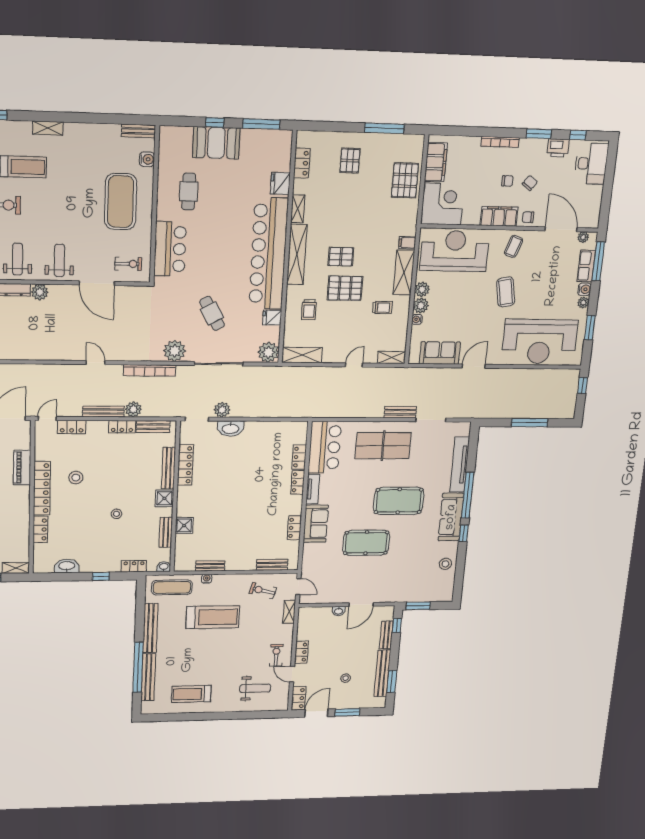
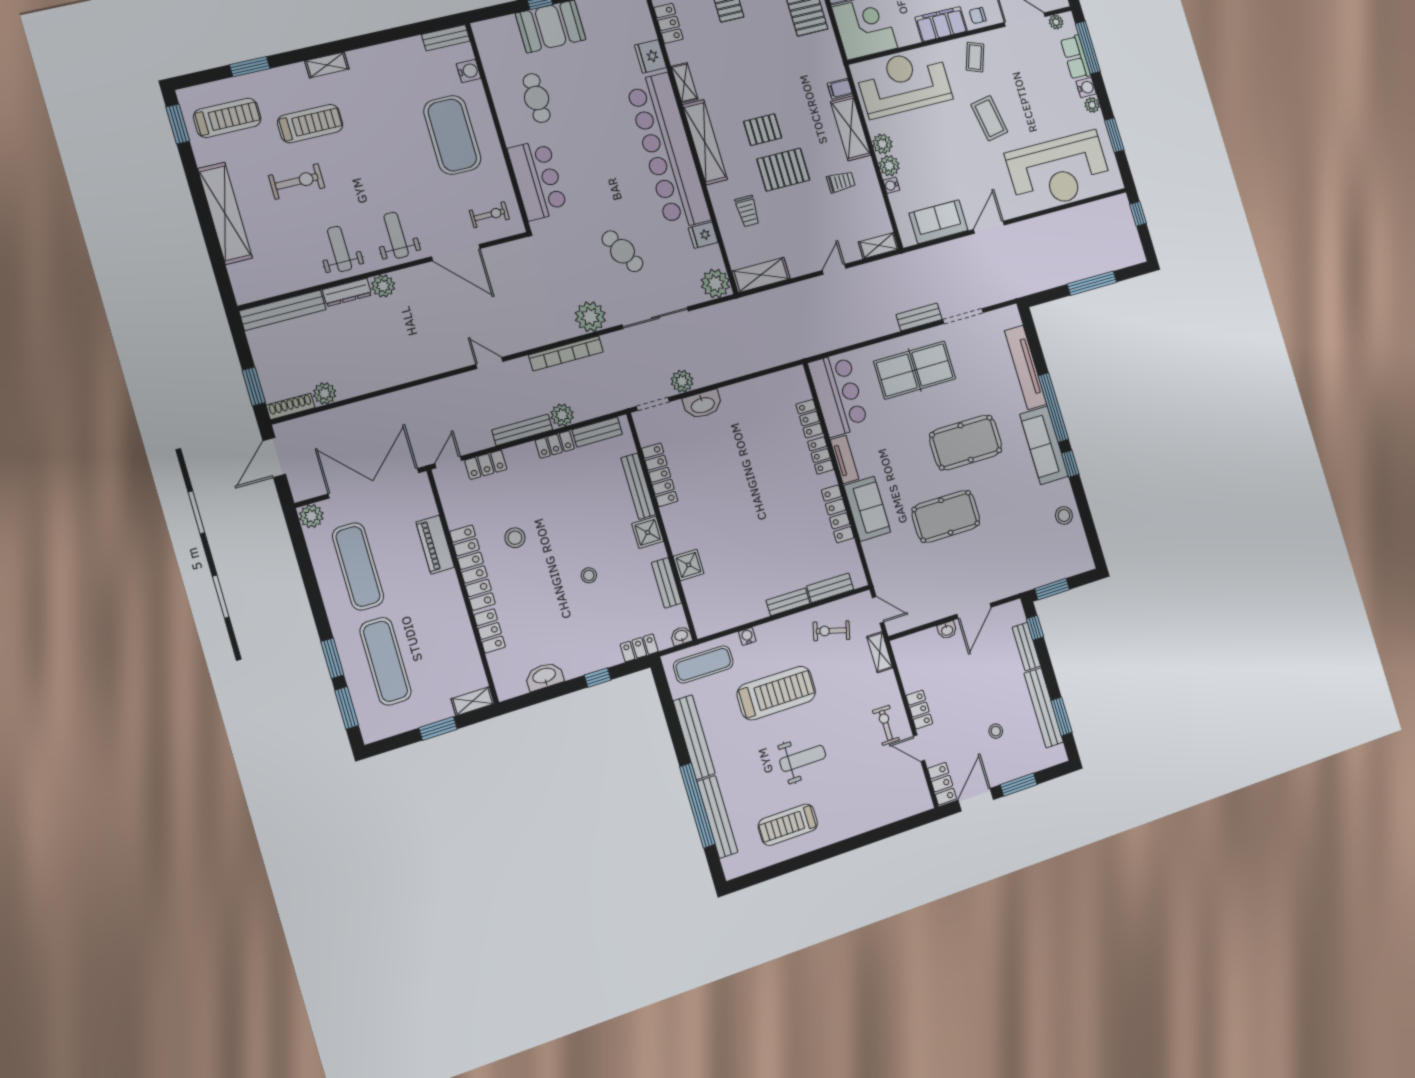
locker: (294, 528) -> (838, 514), width x1.53
bench: (210, 566) -> (788, 602), moved
weight bench: (255, 688) -> (803, 758), moved

